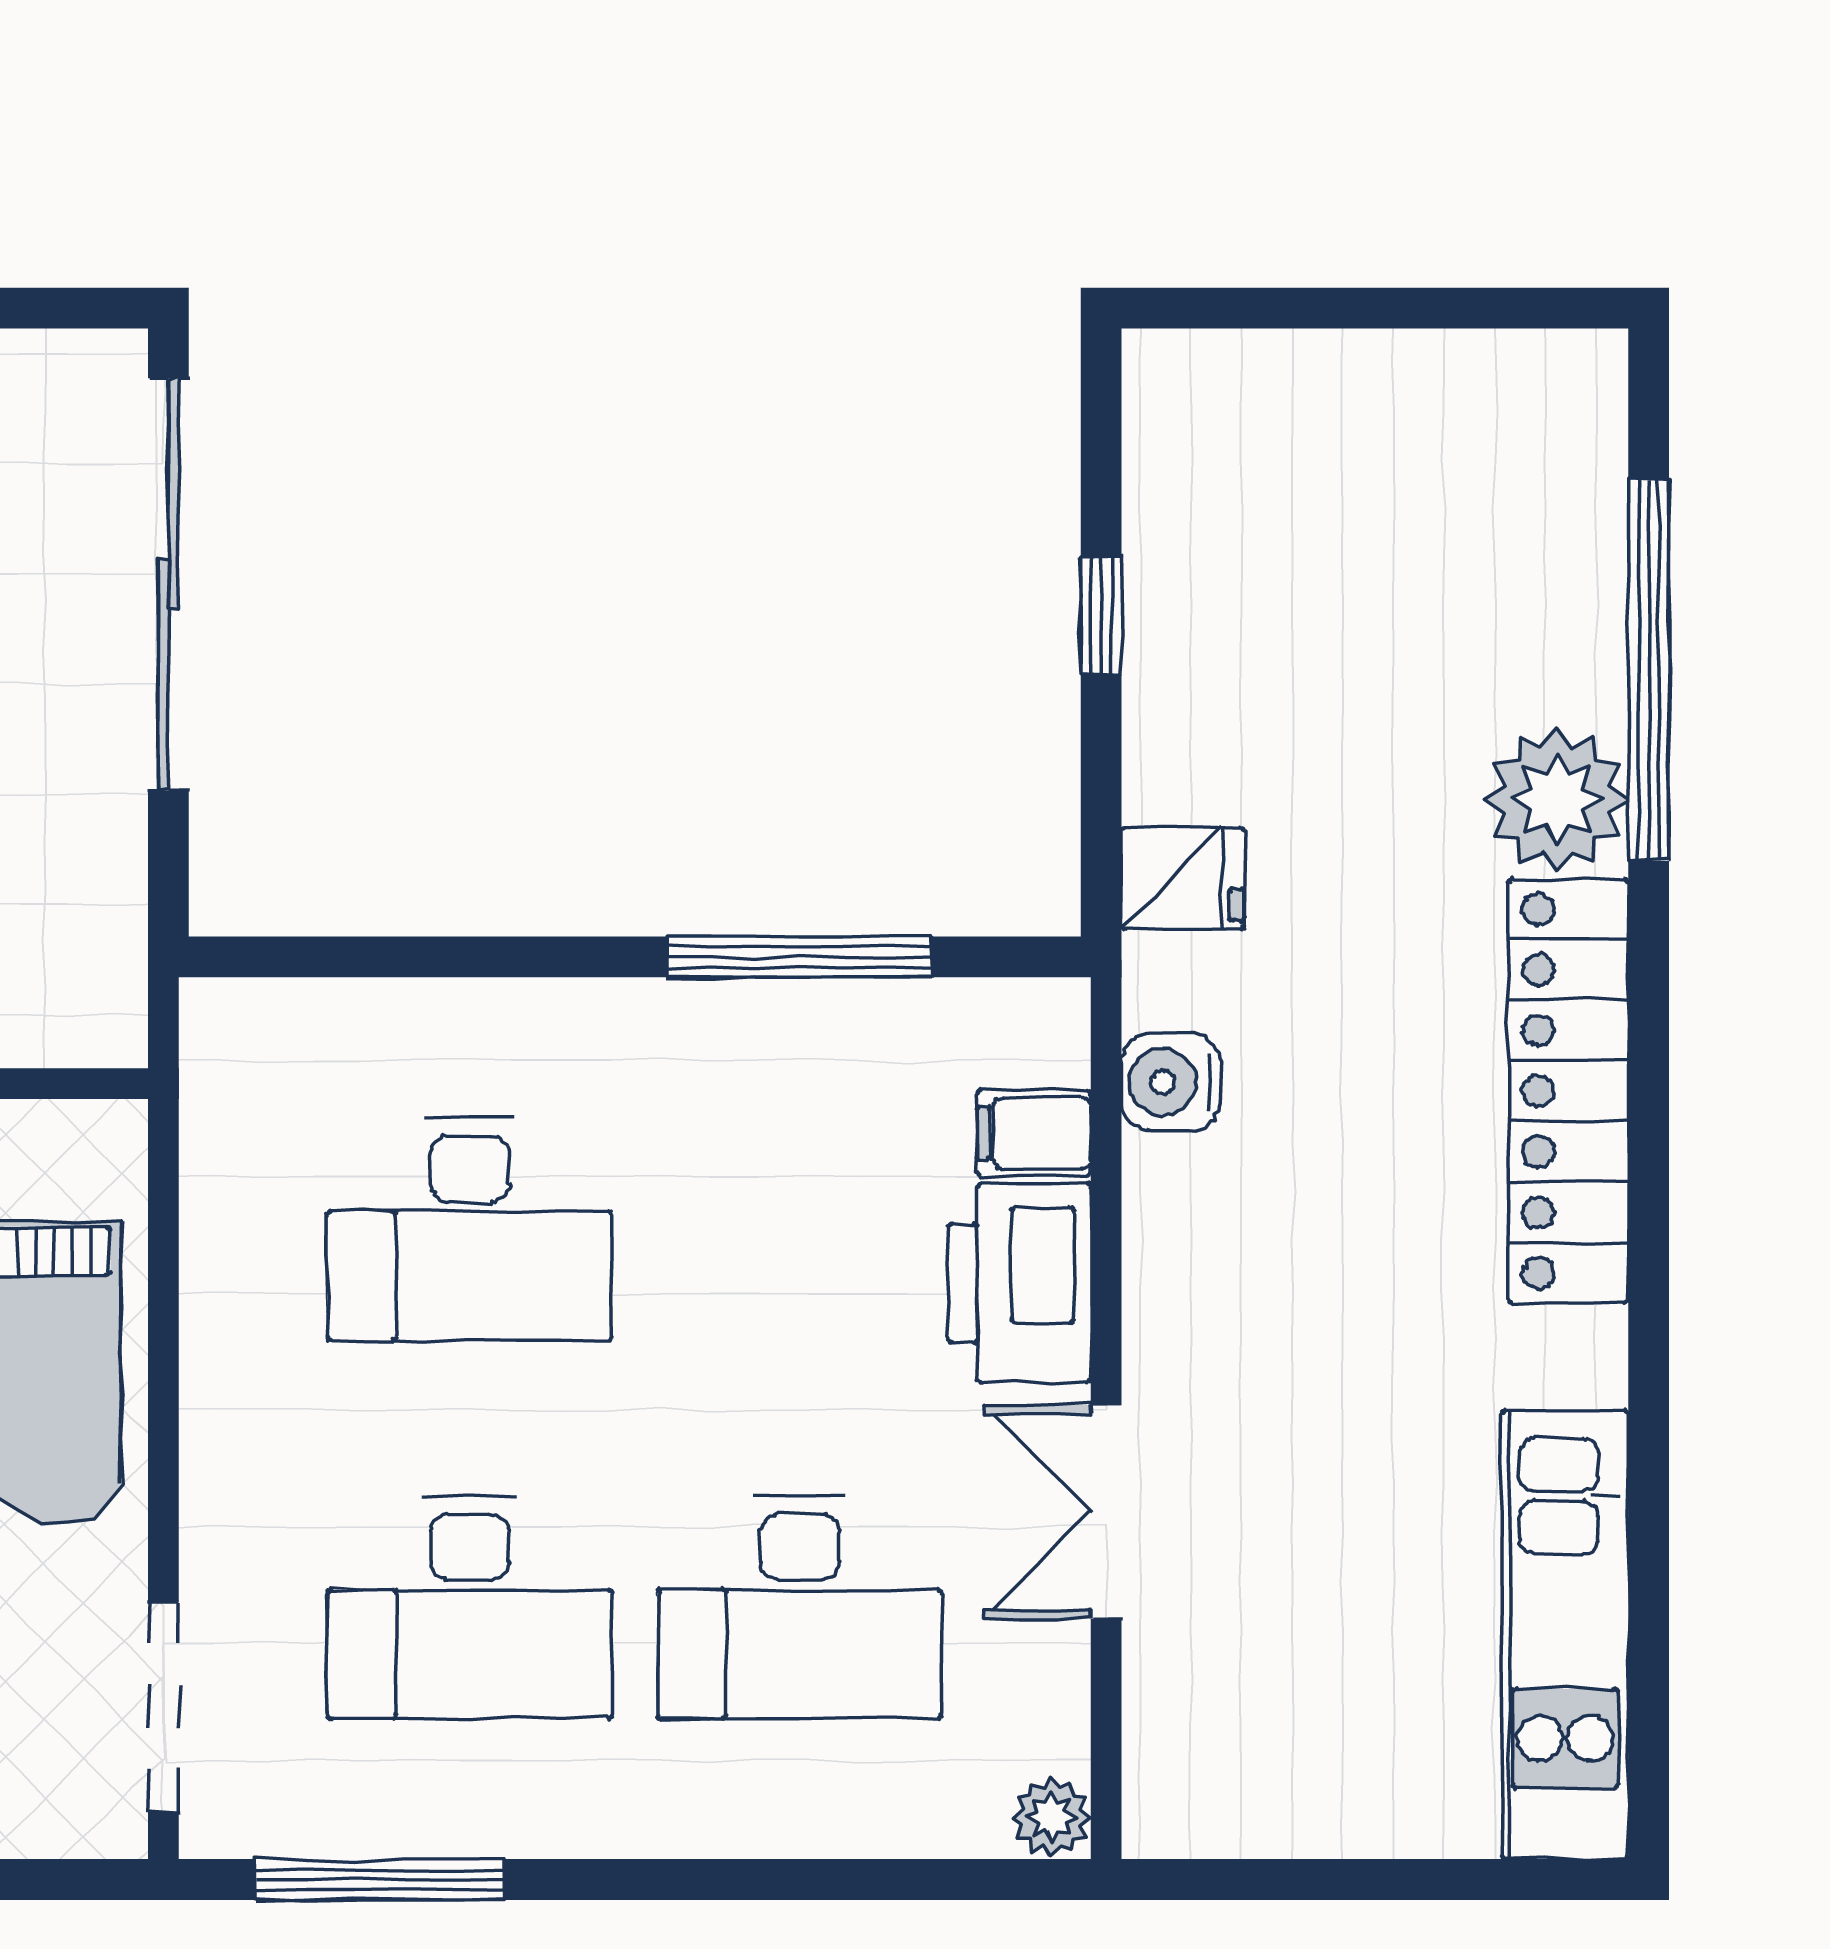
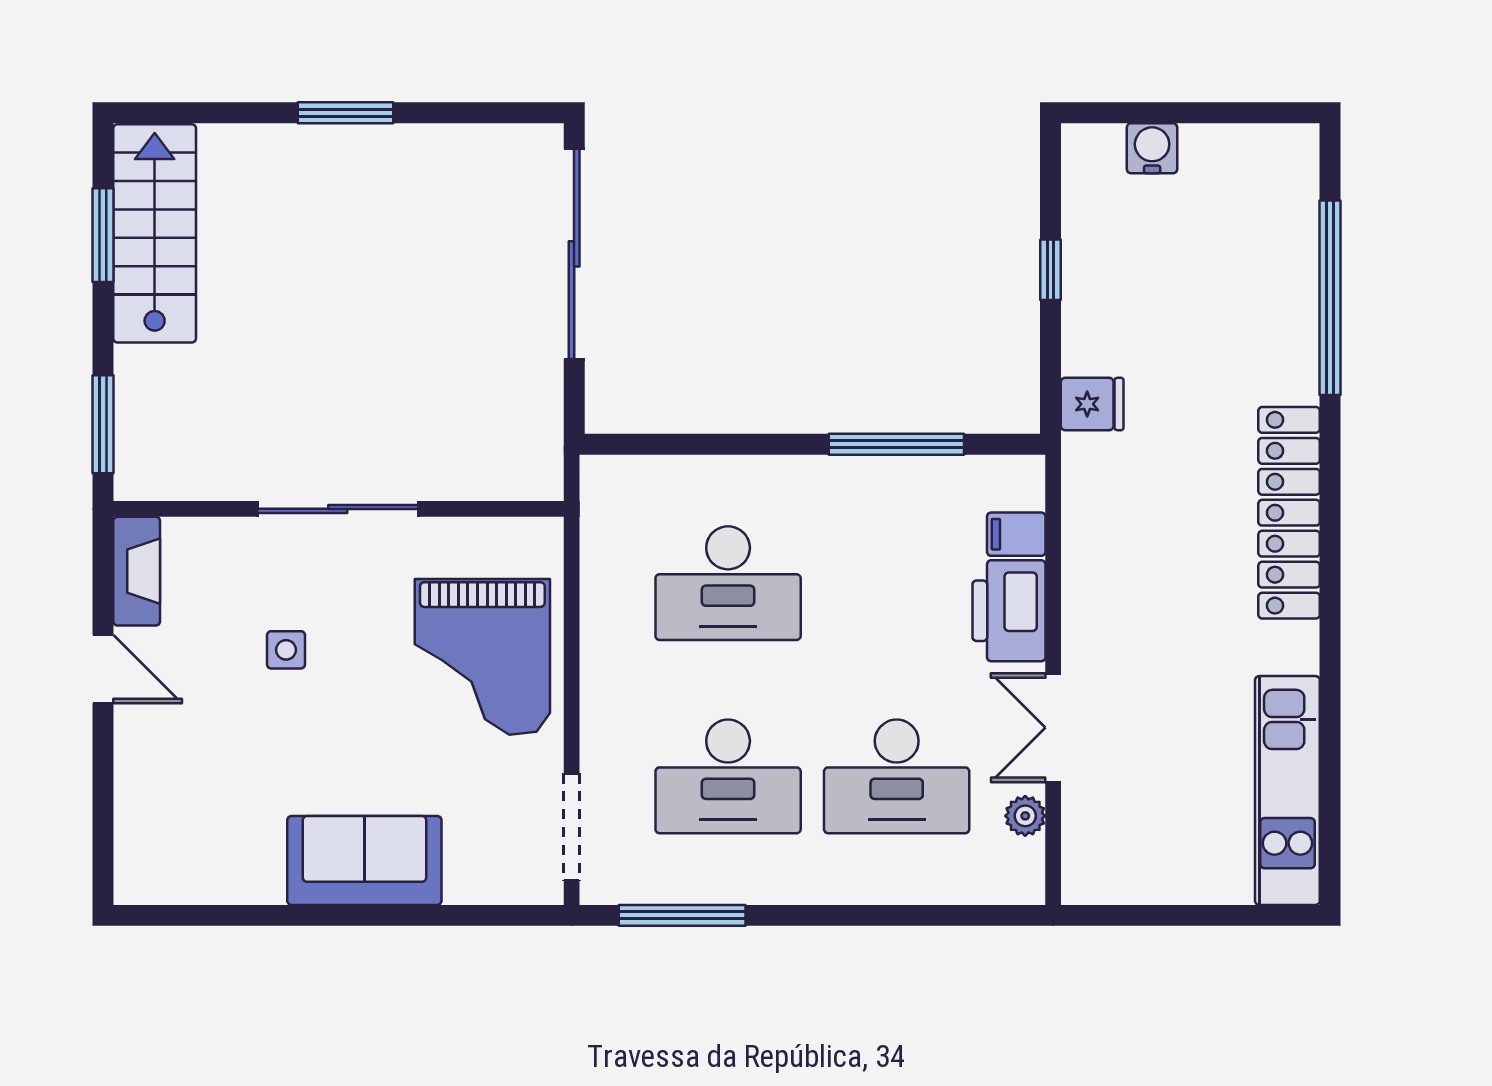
plant: (1557, 799) -> (1283, 364), removed
water cooler: (1171, 1082) -> (1152, 148), moved, turned 90
plant: (1052, 1818) -> (1025, 816), moved

